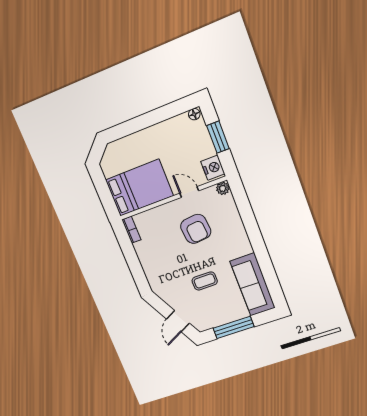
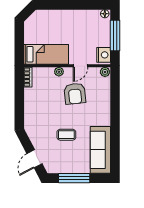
window: (218, 137) -> (115, 35), width x1.44
bed: (139, 188) -> (46, 54), width x0.67
door: (189, 192) -> (81, 66), swing flipped
plant: (166, 209) -> (59, 72), added

